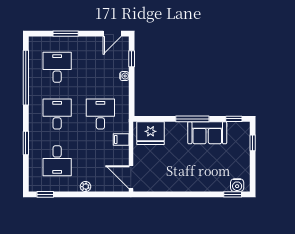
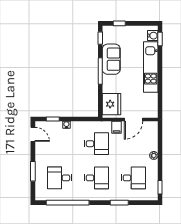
desk: (57, 114) -> (96, 178), turned 180
desk: (100, 114) -> (96, 144), turned 180
door: (131, 177) -> (133, 119), moved
kitchen unit: (197, 183) -> (151, 67), added

